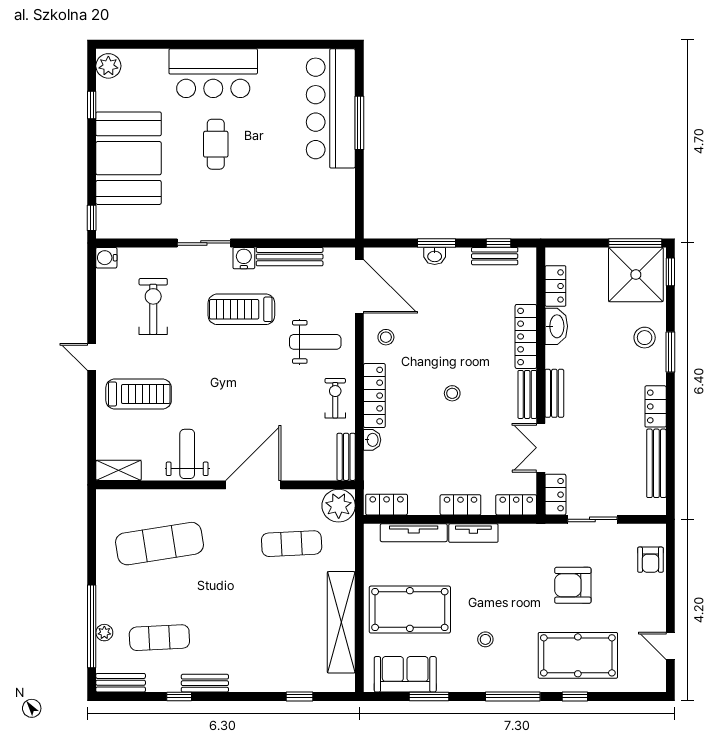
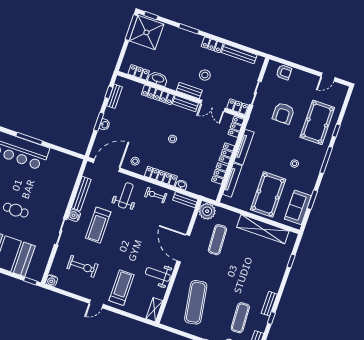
exercise bike: (153, 307) -> (82, 266), turned 180
stool: (645, 338) -> (205, 75), moved
locker: (387, 505) -> (220, 173), moved
tv unit: (473, 533) -> (244, 147), width x1.41

